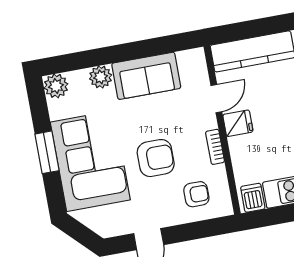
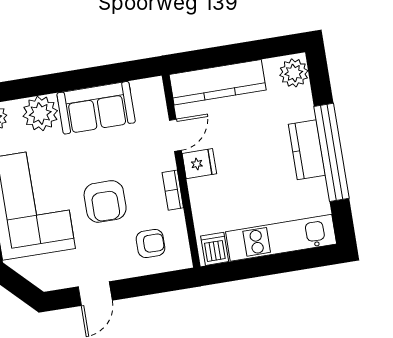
plant: (101, 77) -> (40, 113), width x1.36, depth x1.36
armchair: (156, 158) -> (105, 201), turned 90

